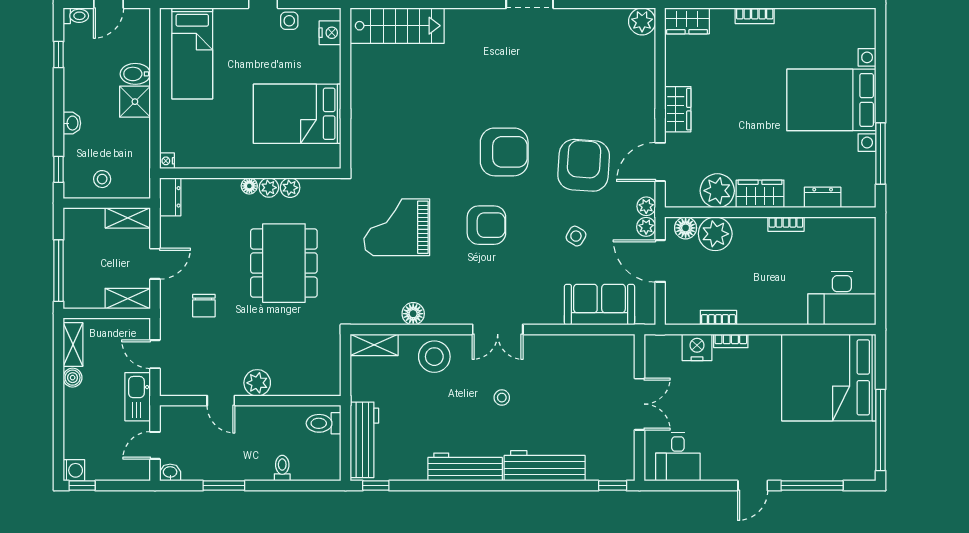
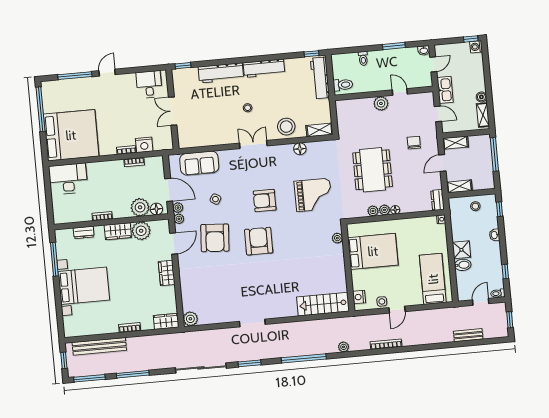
plant: (360, 144) -> (337, 238), added
armchair: (504, 152) -> (259, 241), turned 90

